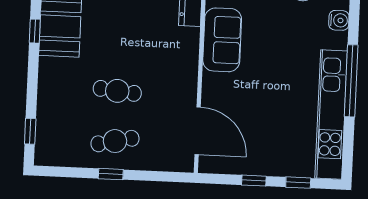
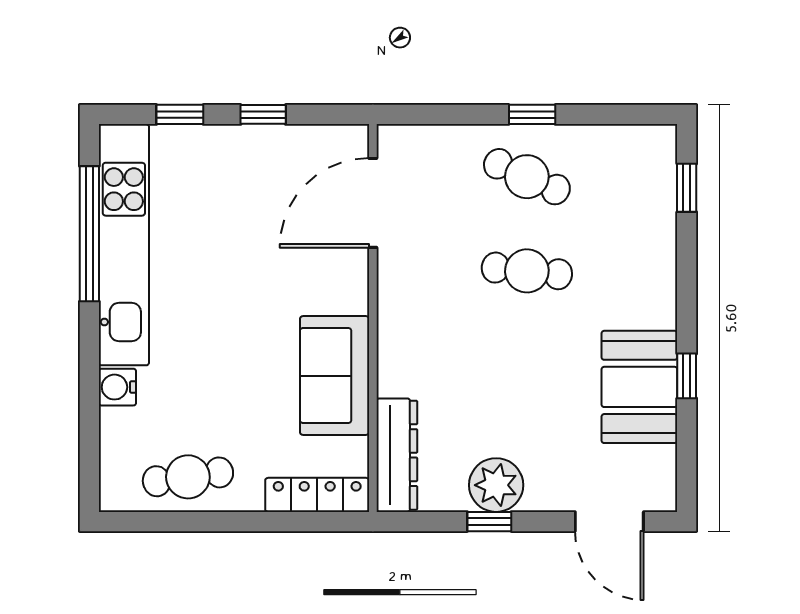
water cooler: (339, 20) -> (117, 387), moved
window: (351, 81) -> (89, 234), moved
door: (198, 131) -> (373, 203), hinge flipped
cafe table: (115, 141) -> (527, 177), turned 36

